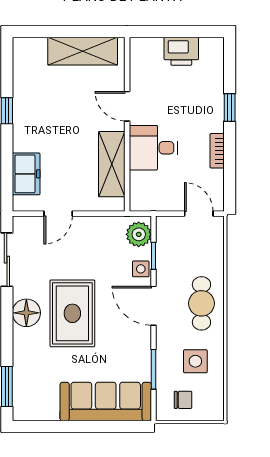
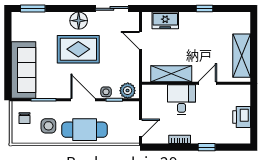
cafe table: (201, 303) -> (85, 130), width x1.37, depth x1.35
door: (154, 306) -> (83, 100), hinge flipped

